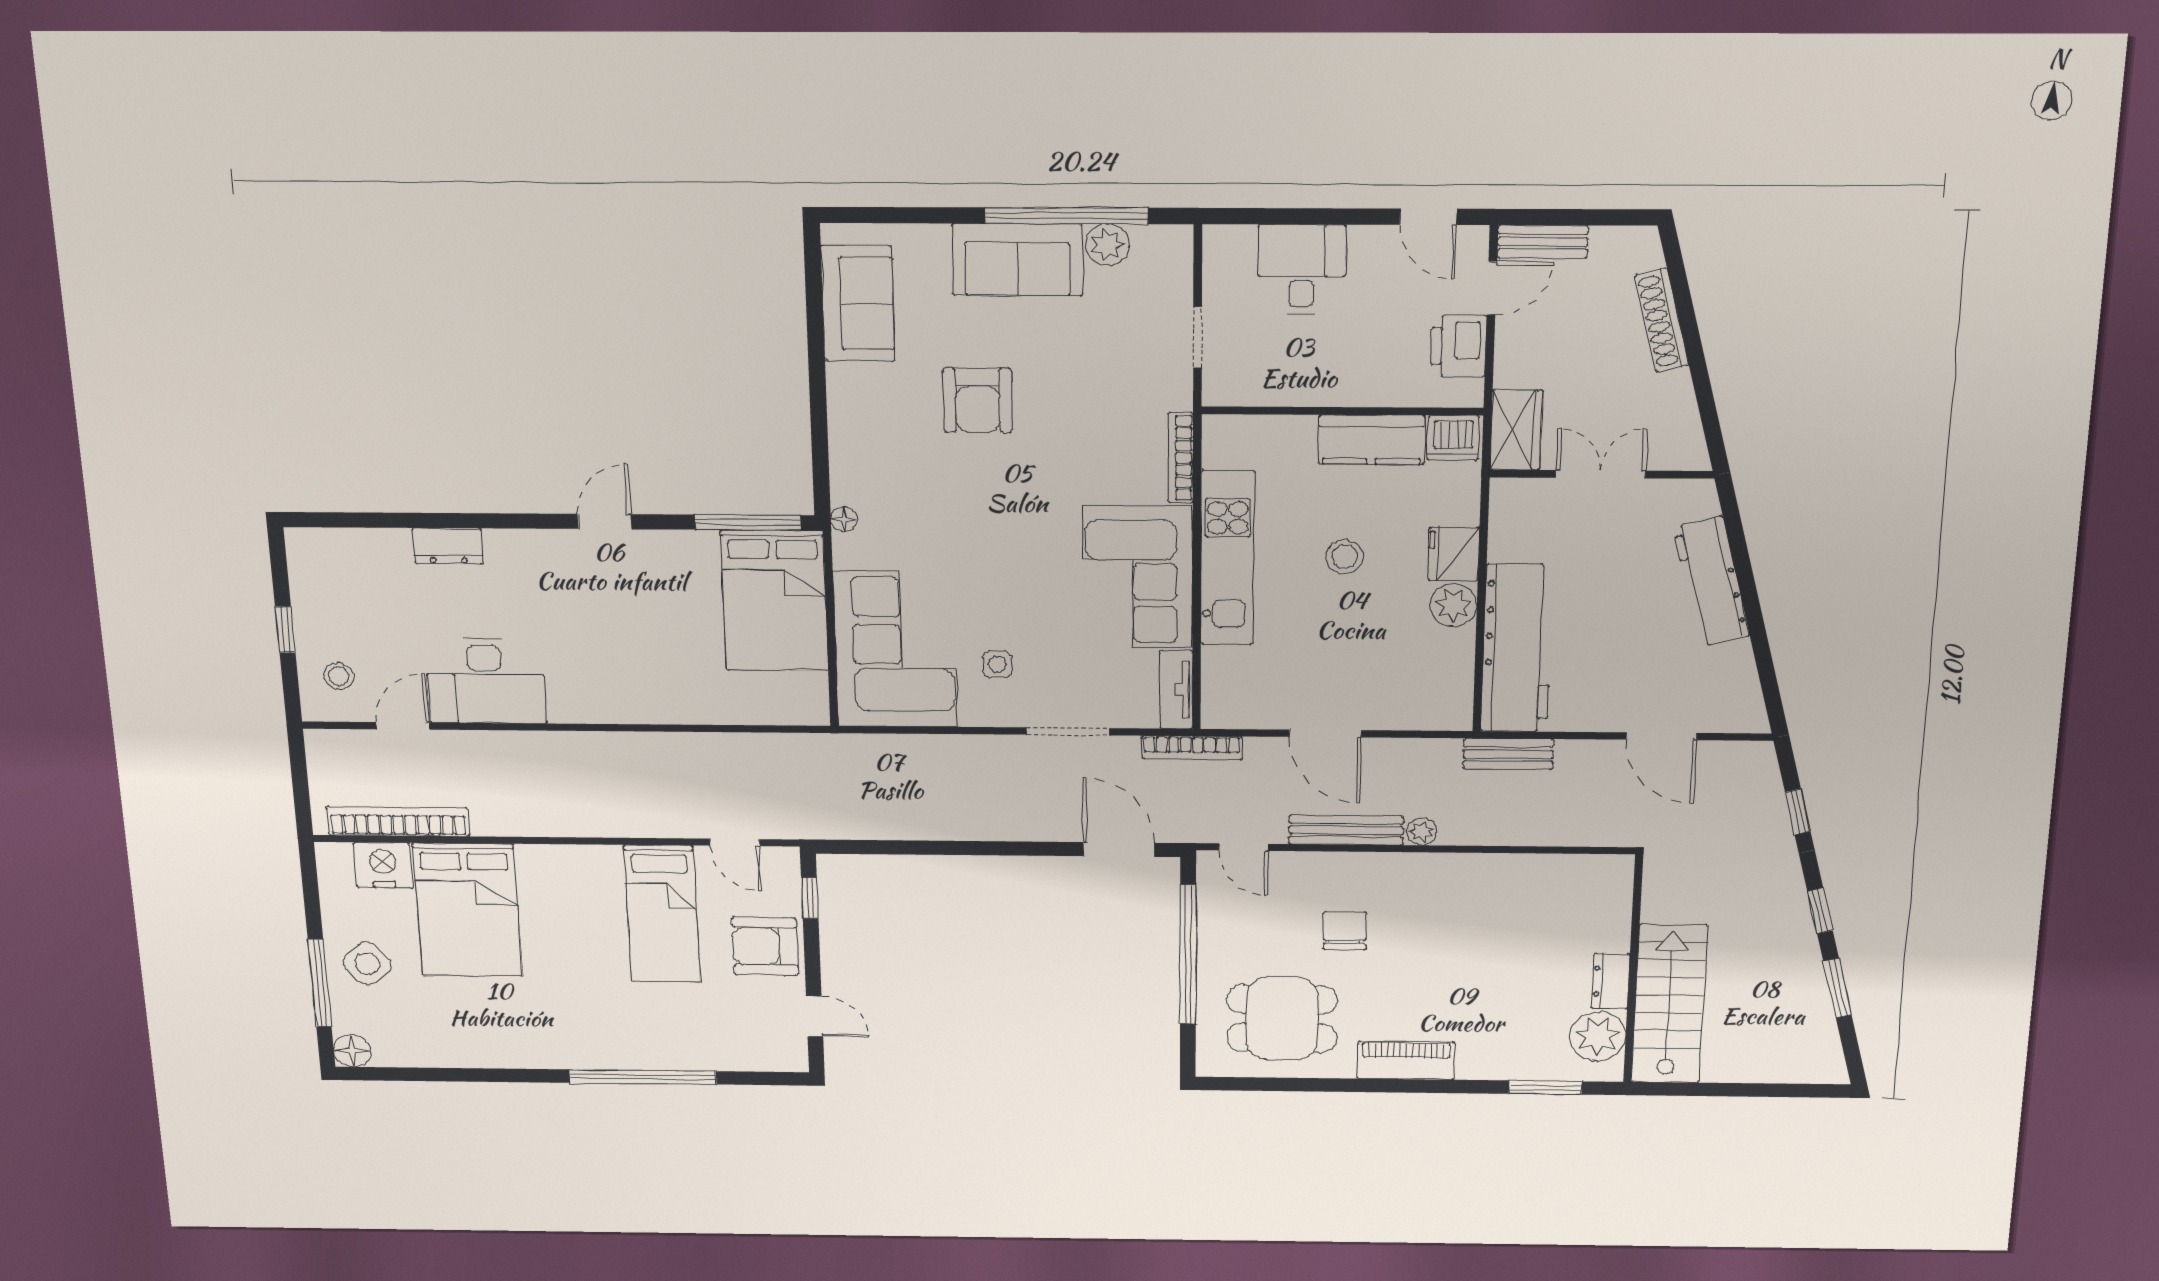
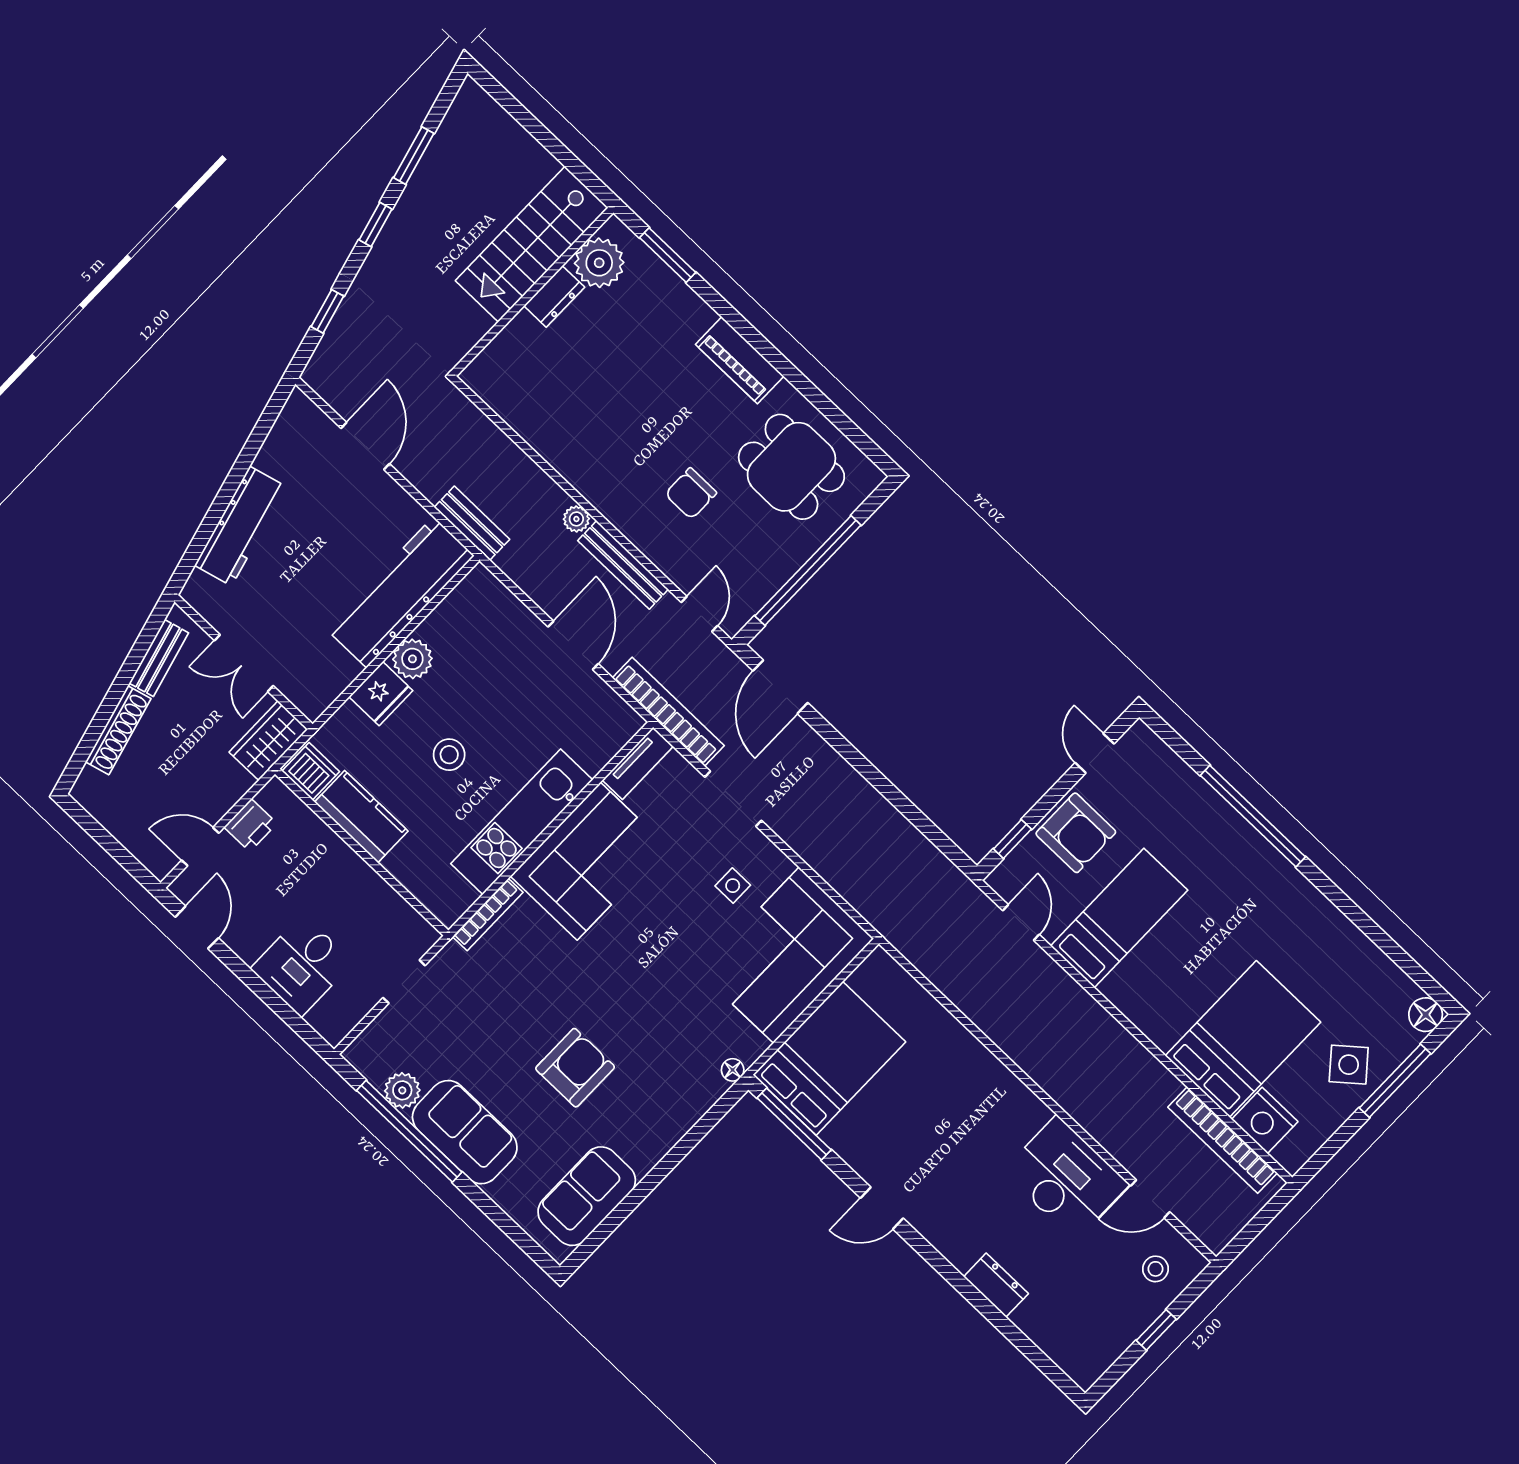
bench: (1543, 242) -> (159, 658), moved, turned 75
printer: (1458, 346) -> (250, 825), width x0.73, depth x0.81
bookcase: (1192, 748) -> (668, 712), width x1.48, depth x1.31

